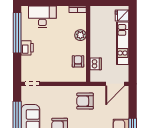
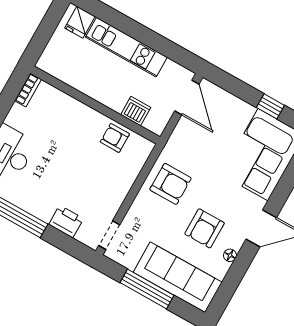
plant: (80, 35) -> (74, 109), removed
printer: (27, 48) -> (66, 221), moved
armchair: (85, 101) -> (170, 184), moved, turned -90

